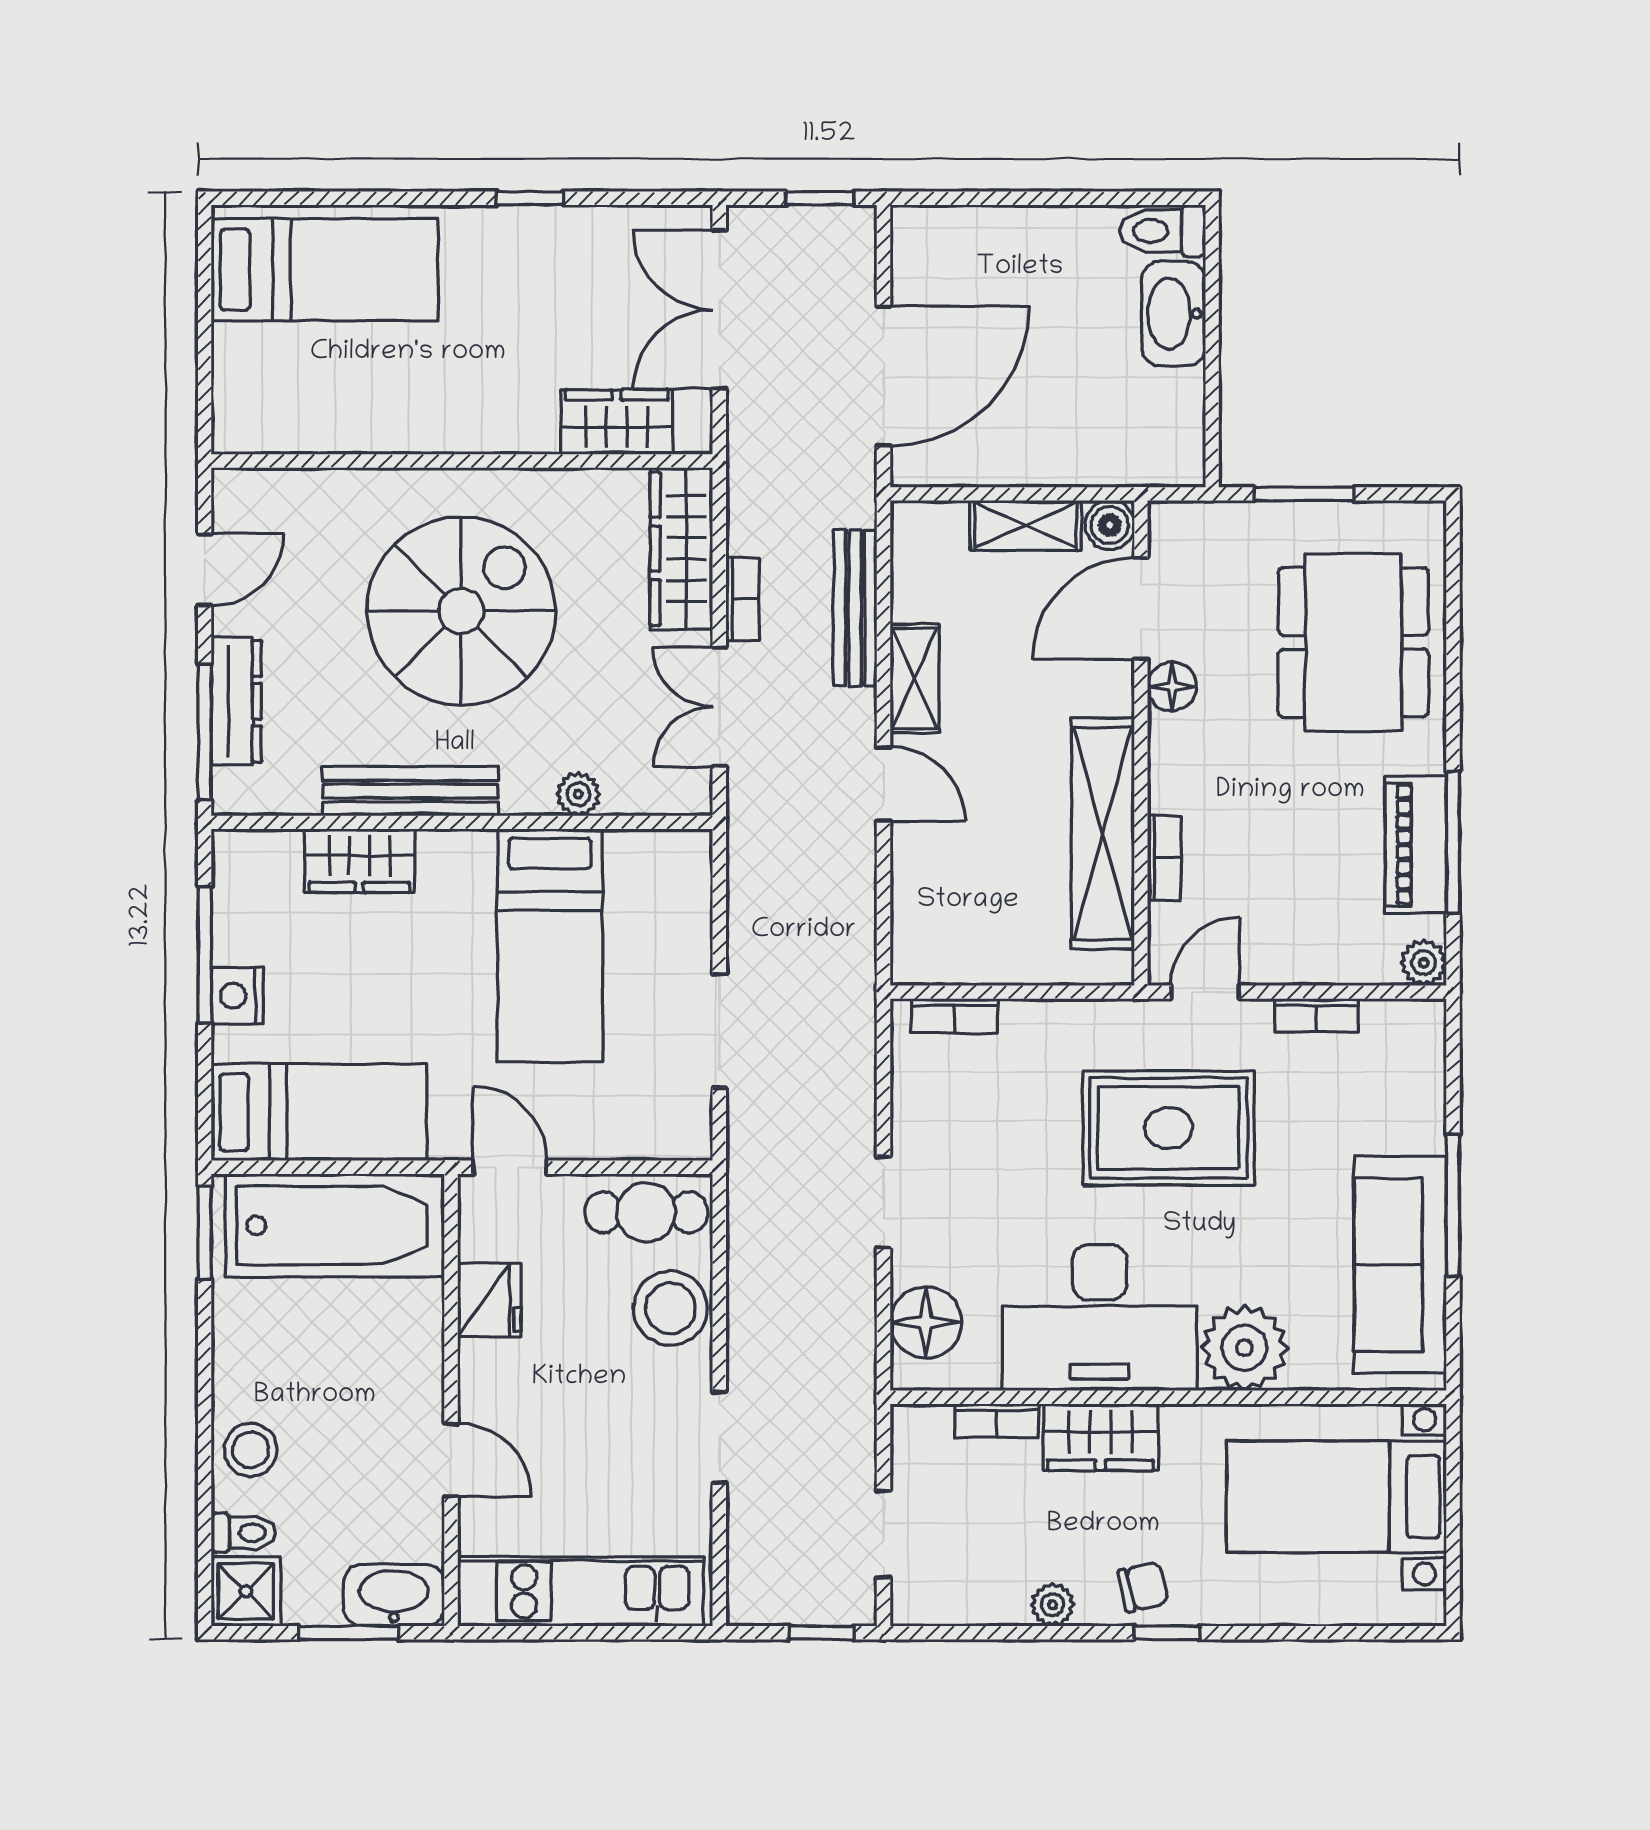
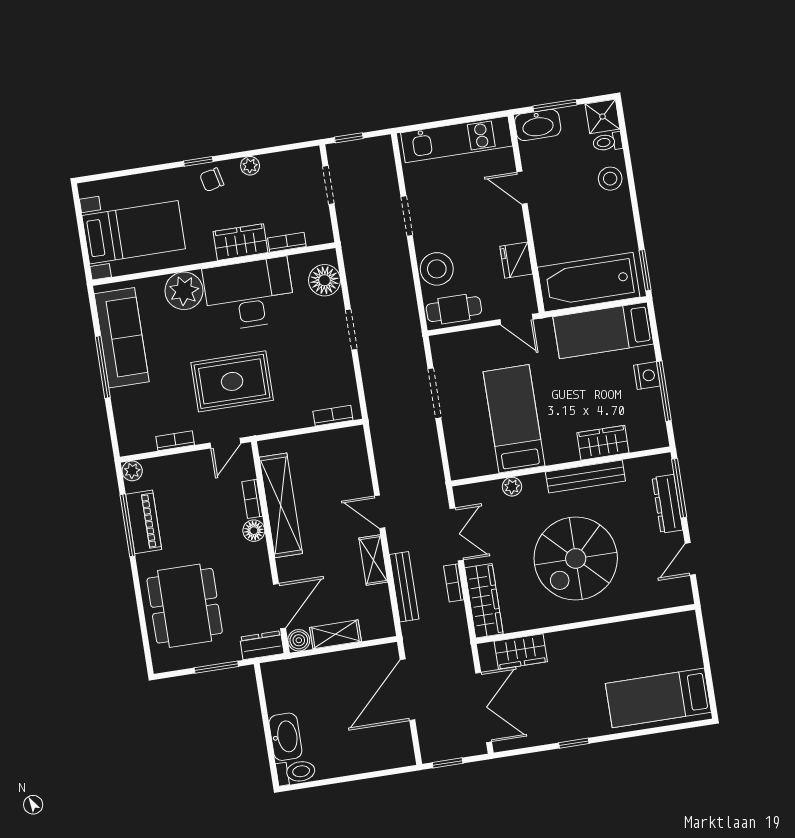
dresser: (1194, 527) -> (262, 645), added
floor lamp: (1172, 686) -> (254, 531), moved

